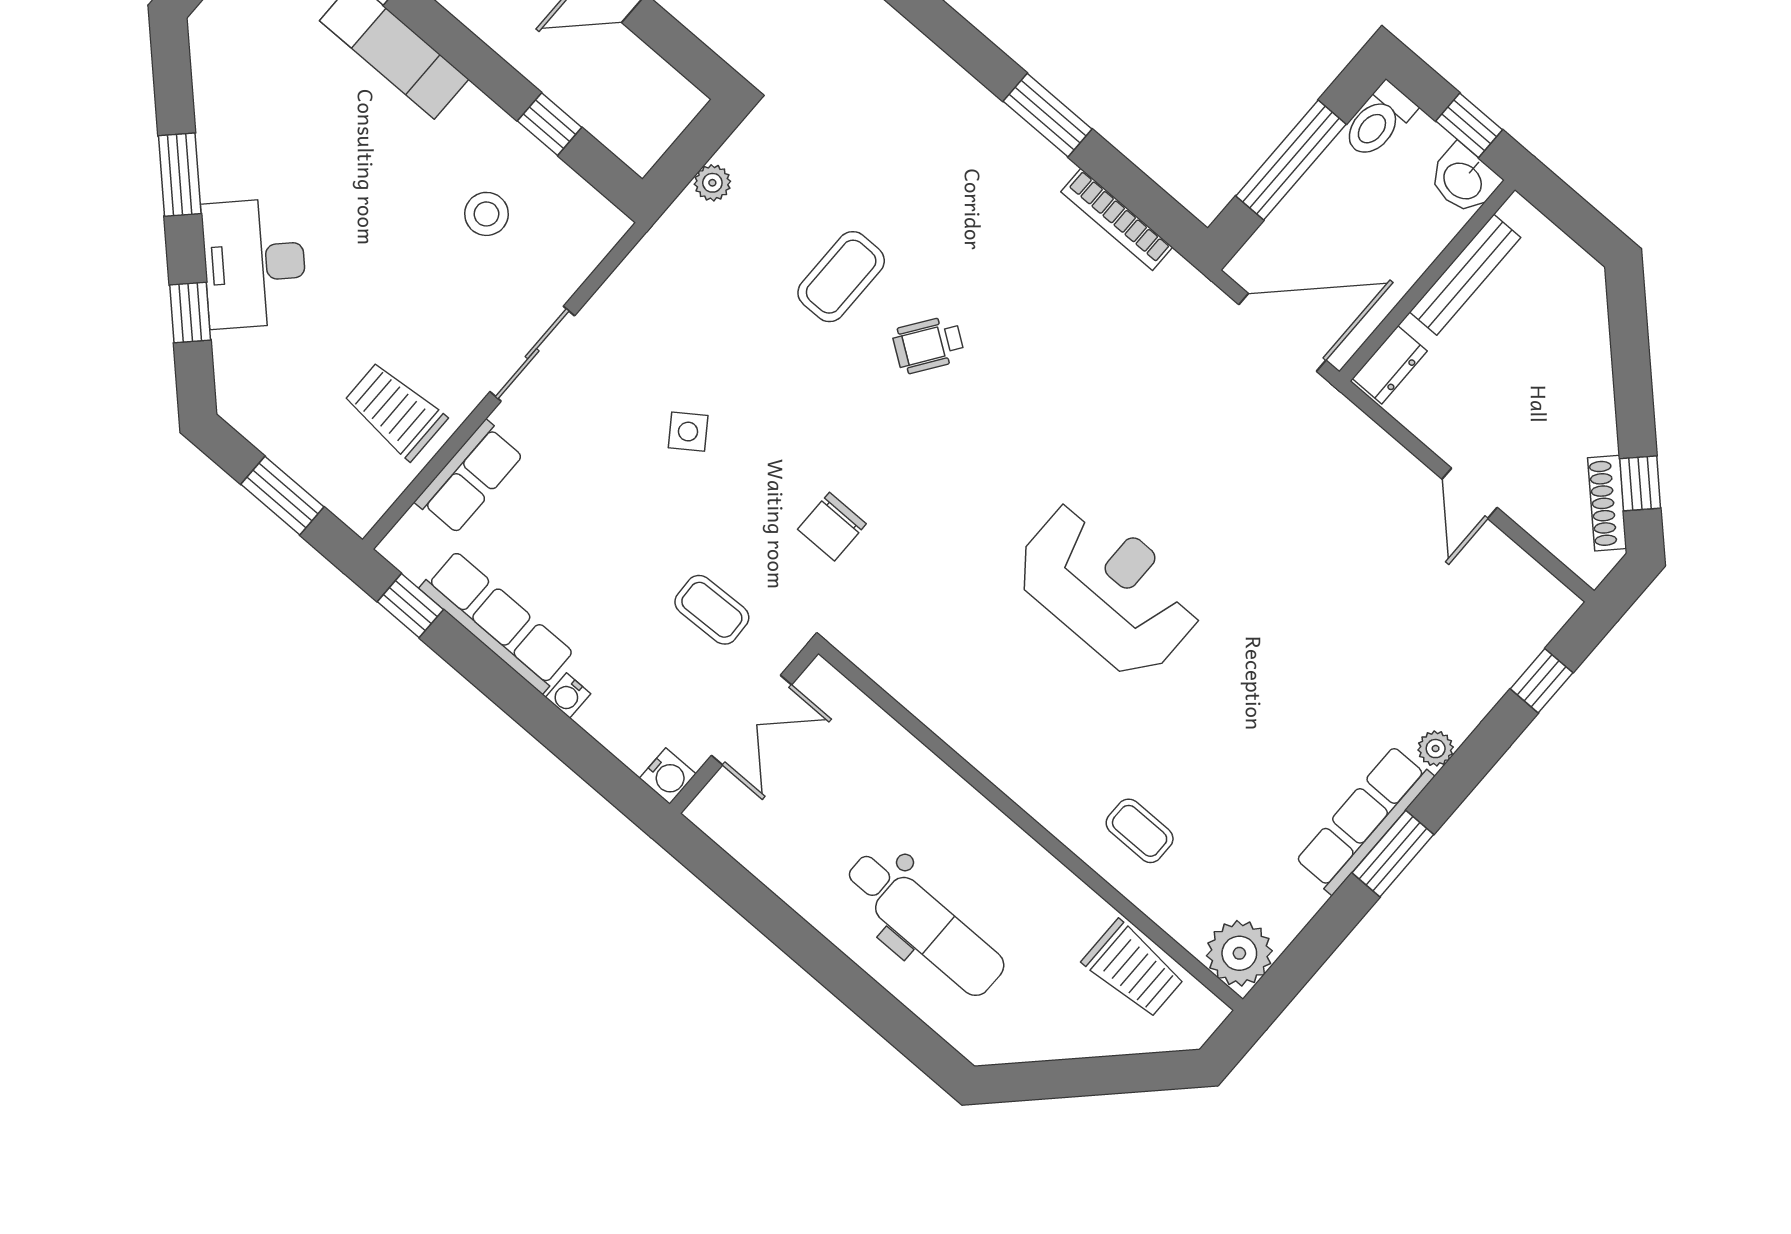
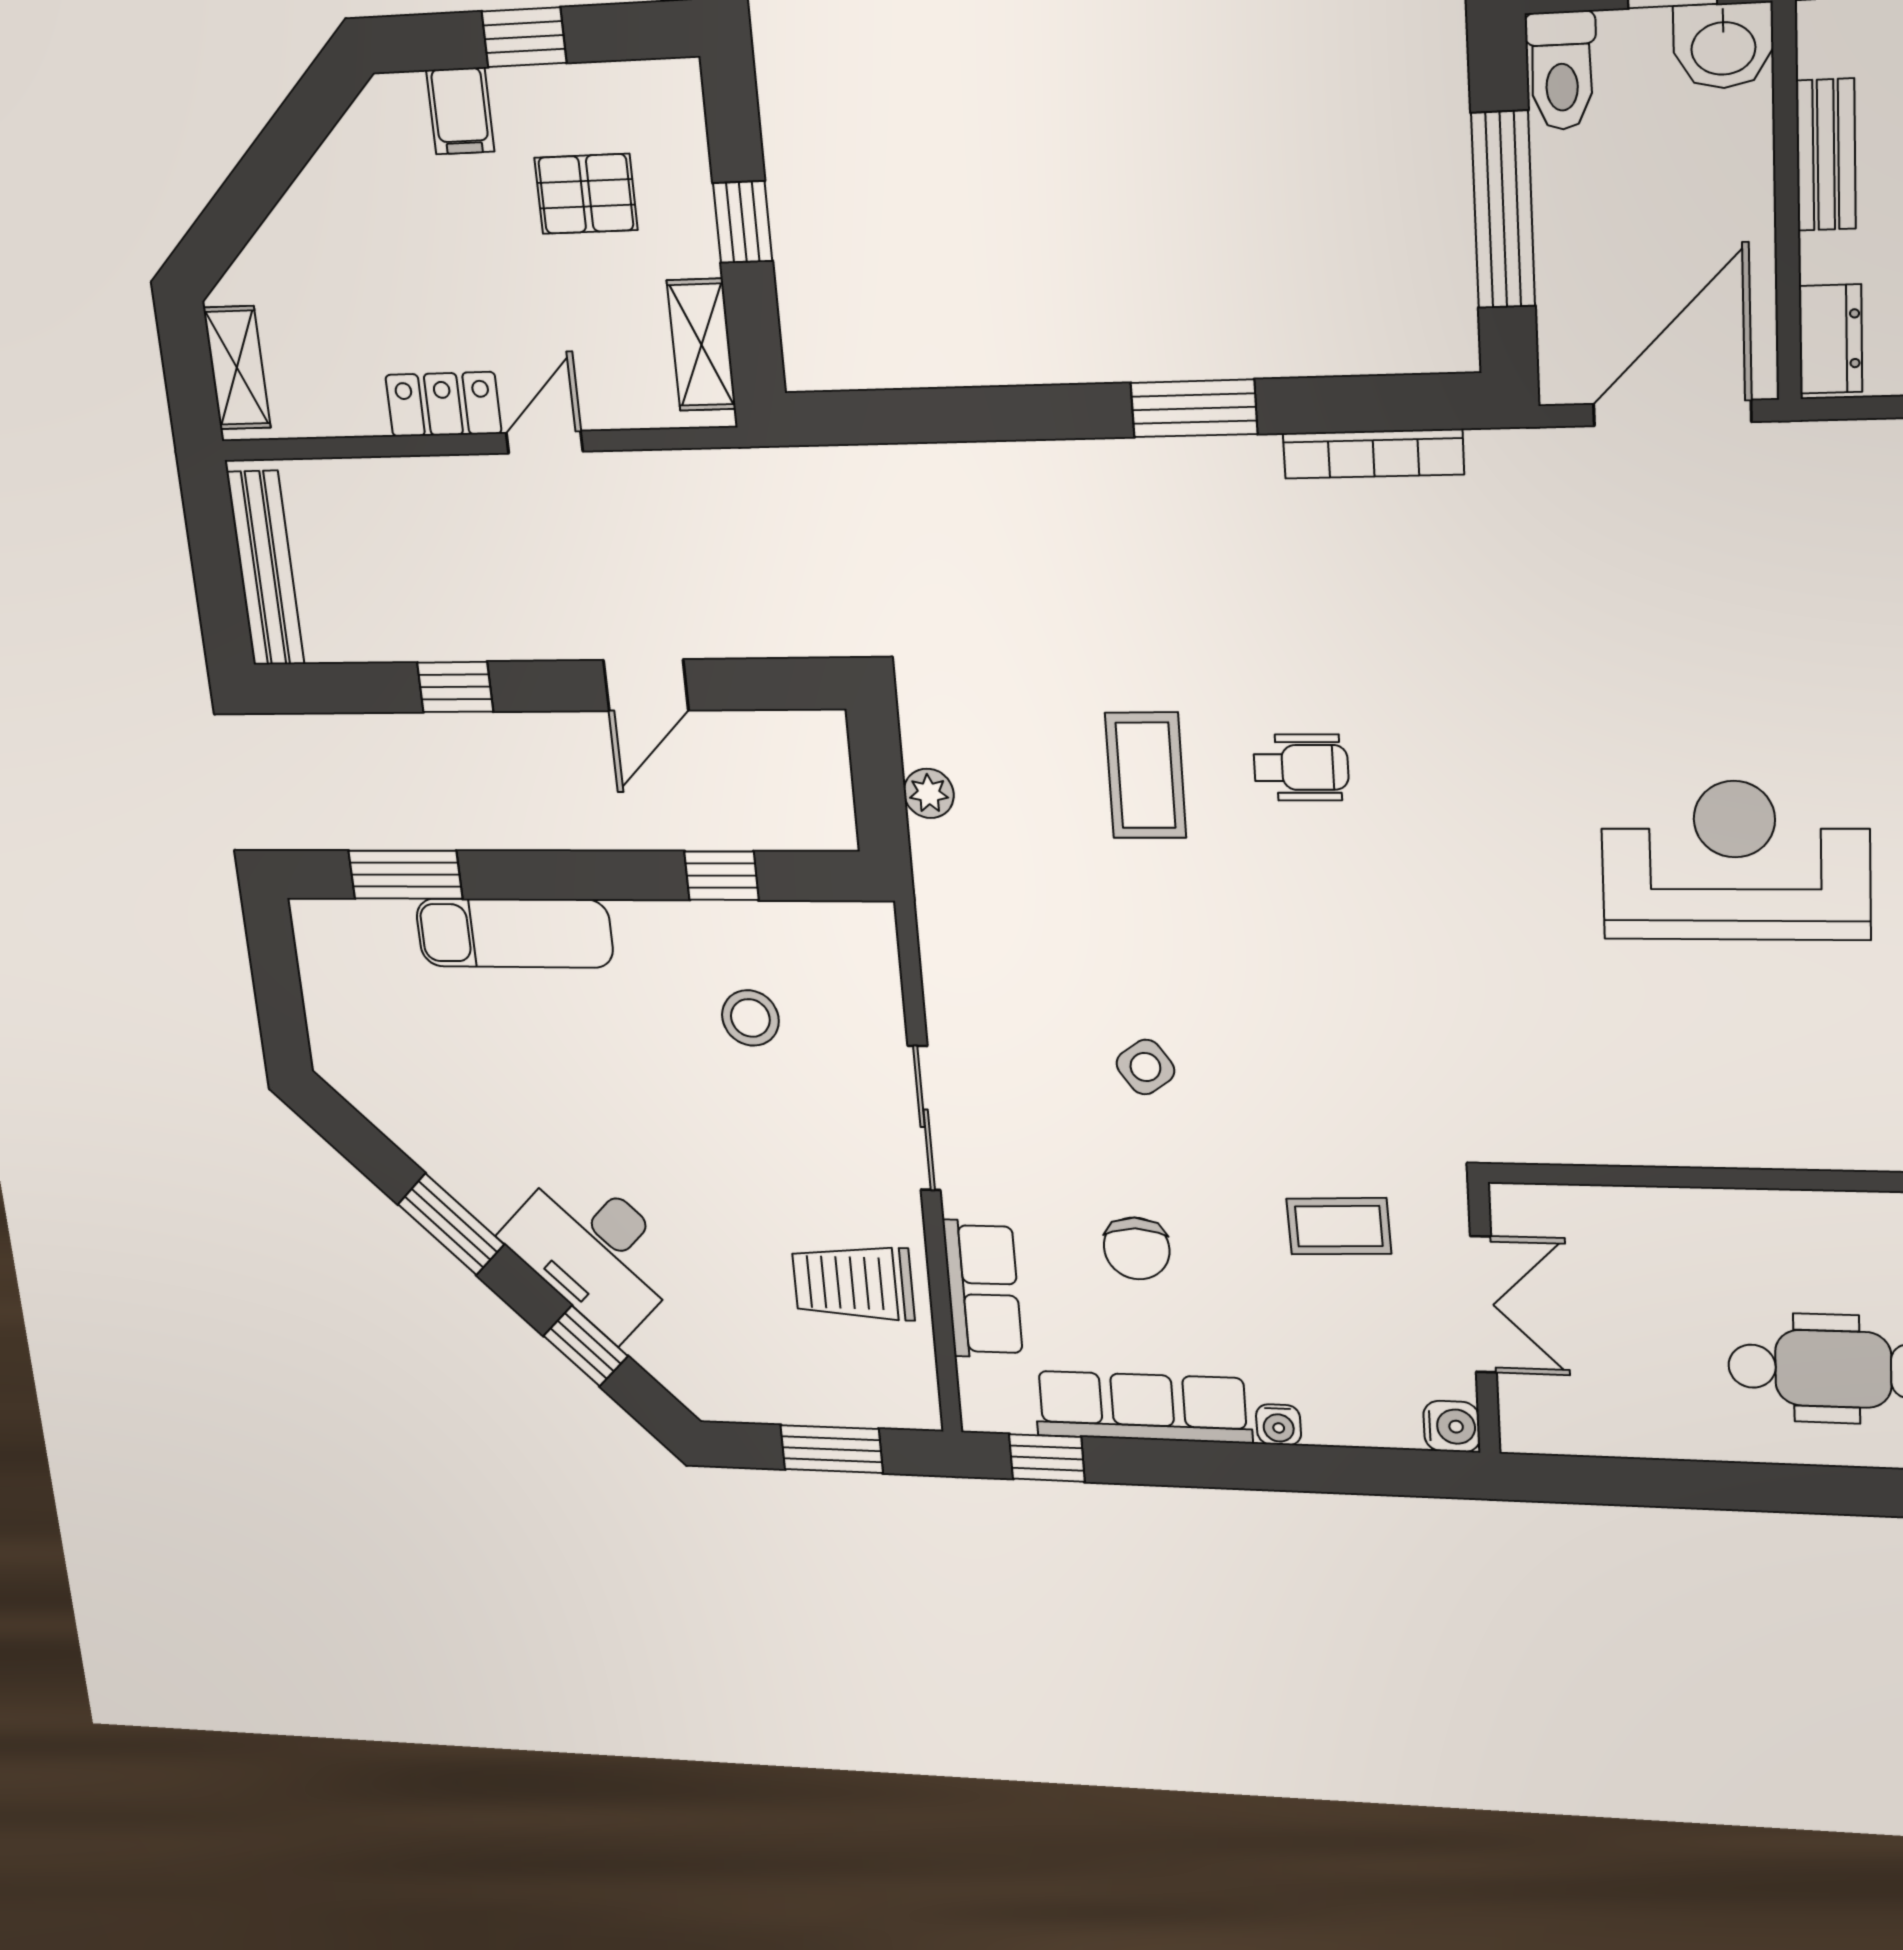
bench: (1465, 275) -> (1826, 155), width x0.73
wheelchair: (928, 345) -> (1301, 768), turned -125
chair: (832, 527) -> (1137, 1248), moved

